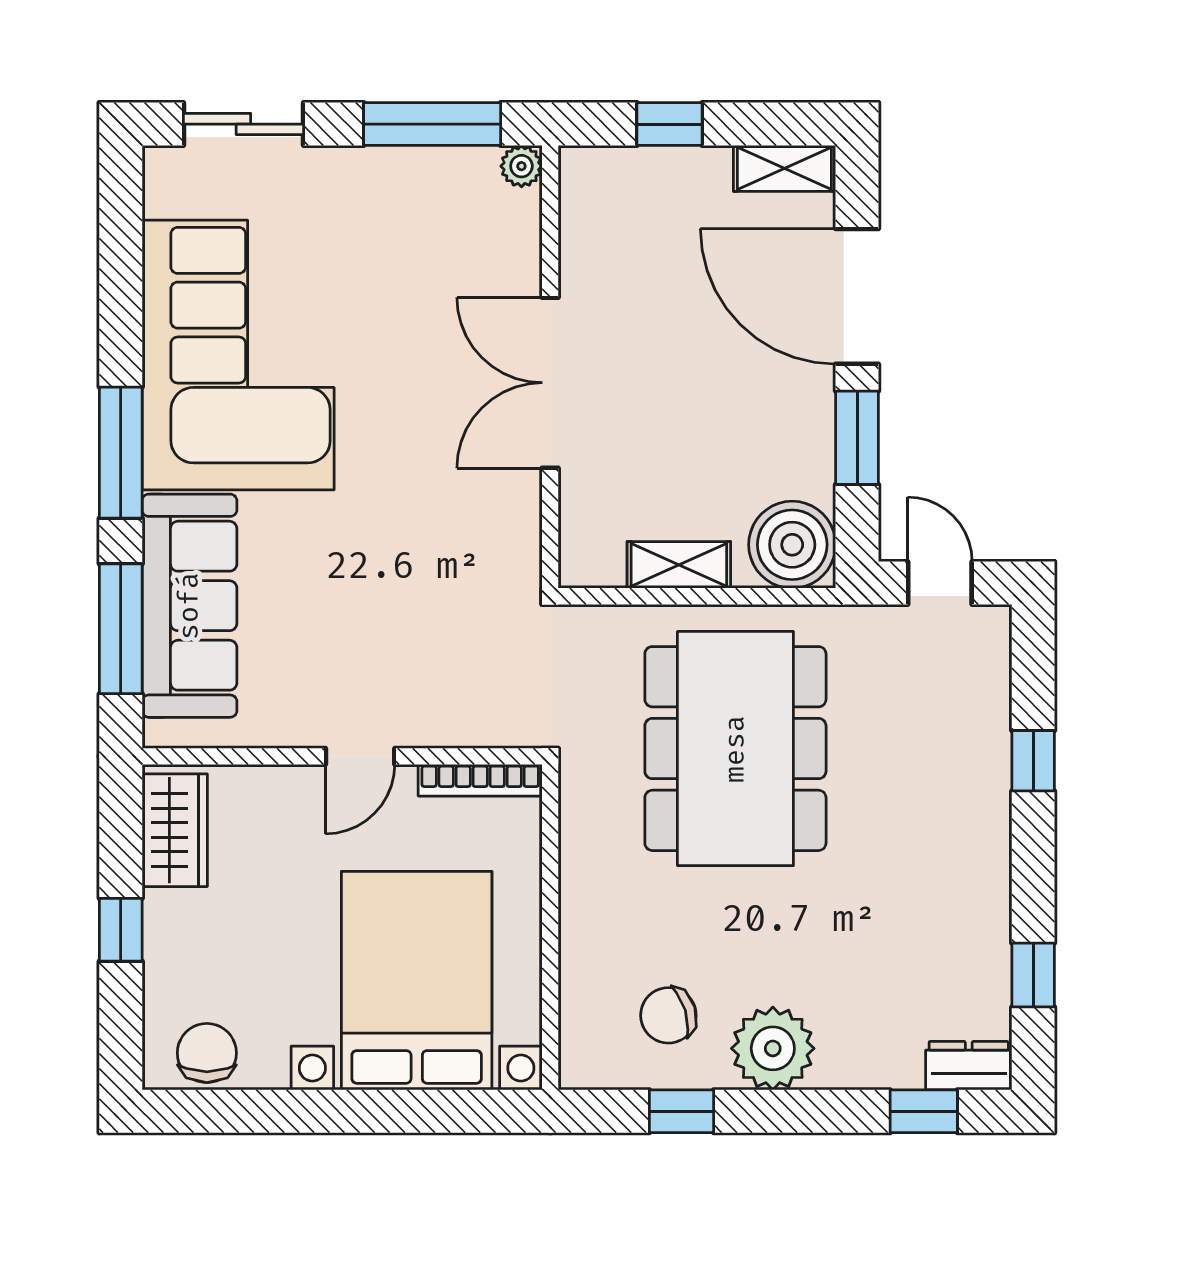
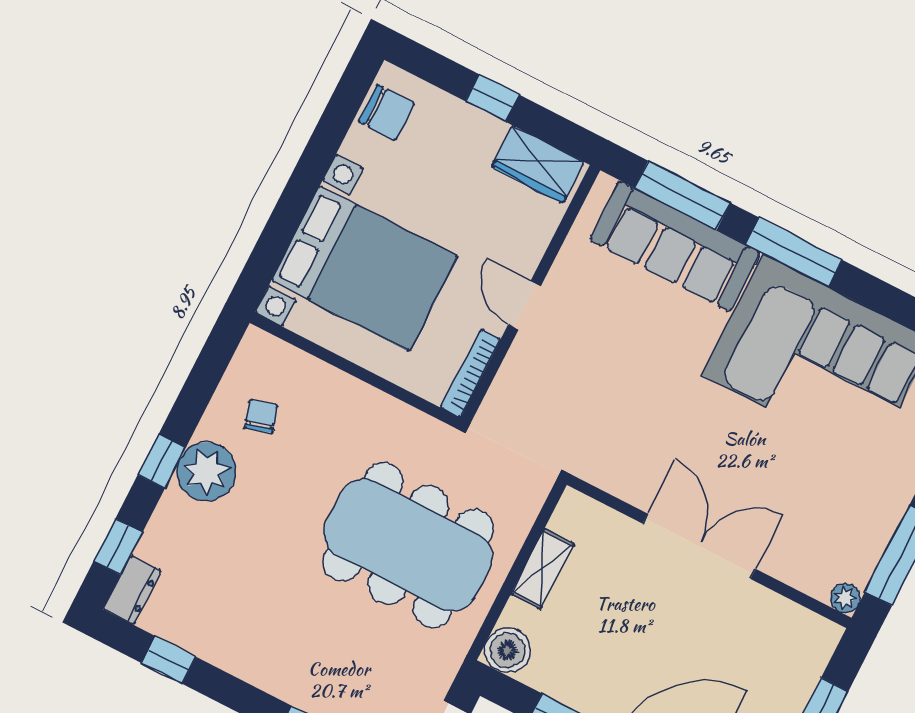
boiler: (792, 545) -> (507, 650), width x0.73, depth x0.73
chair: (668, 1015) -> (261, 416), width x0.73, depth x0.73
window: (681, 1111) -> (162, 461), moved

